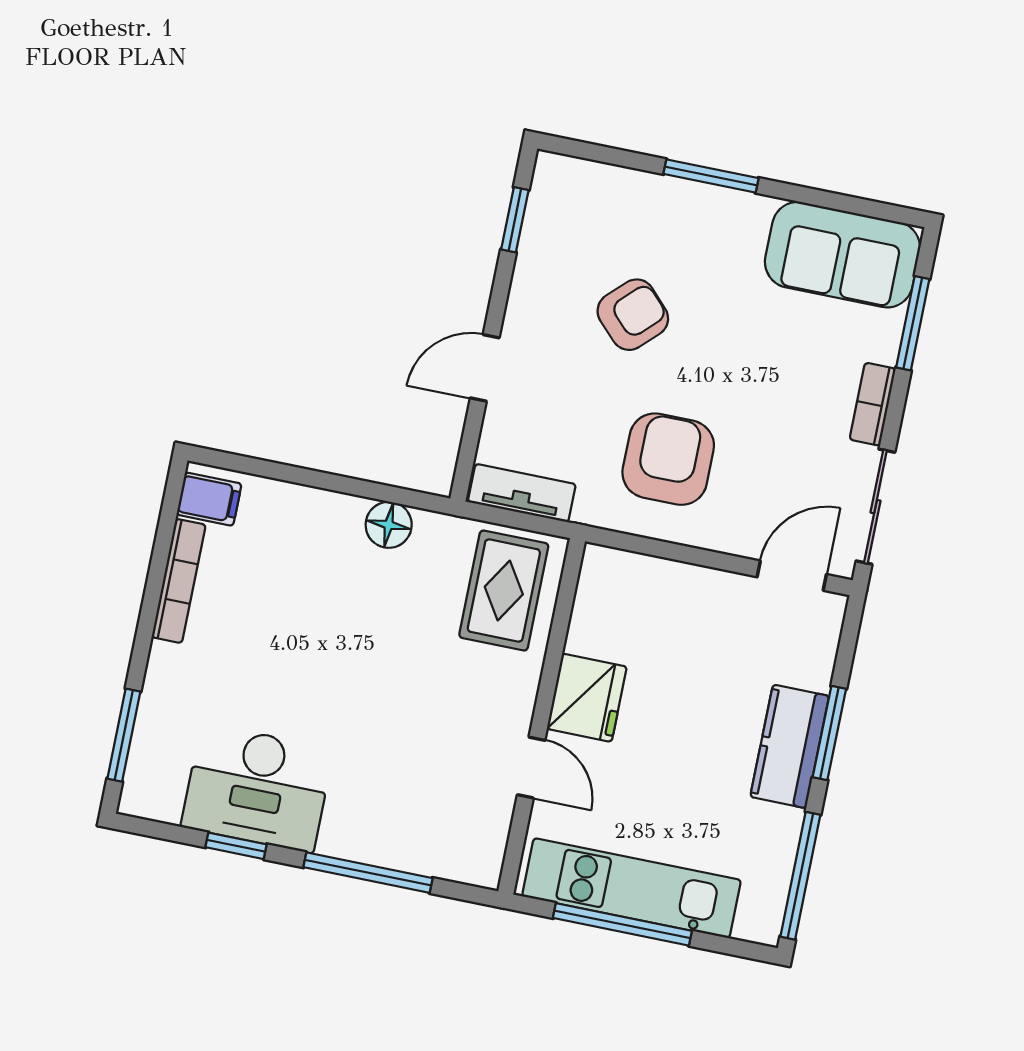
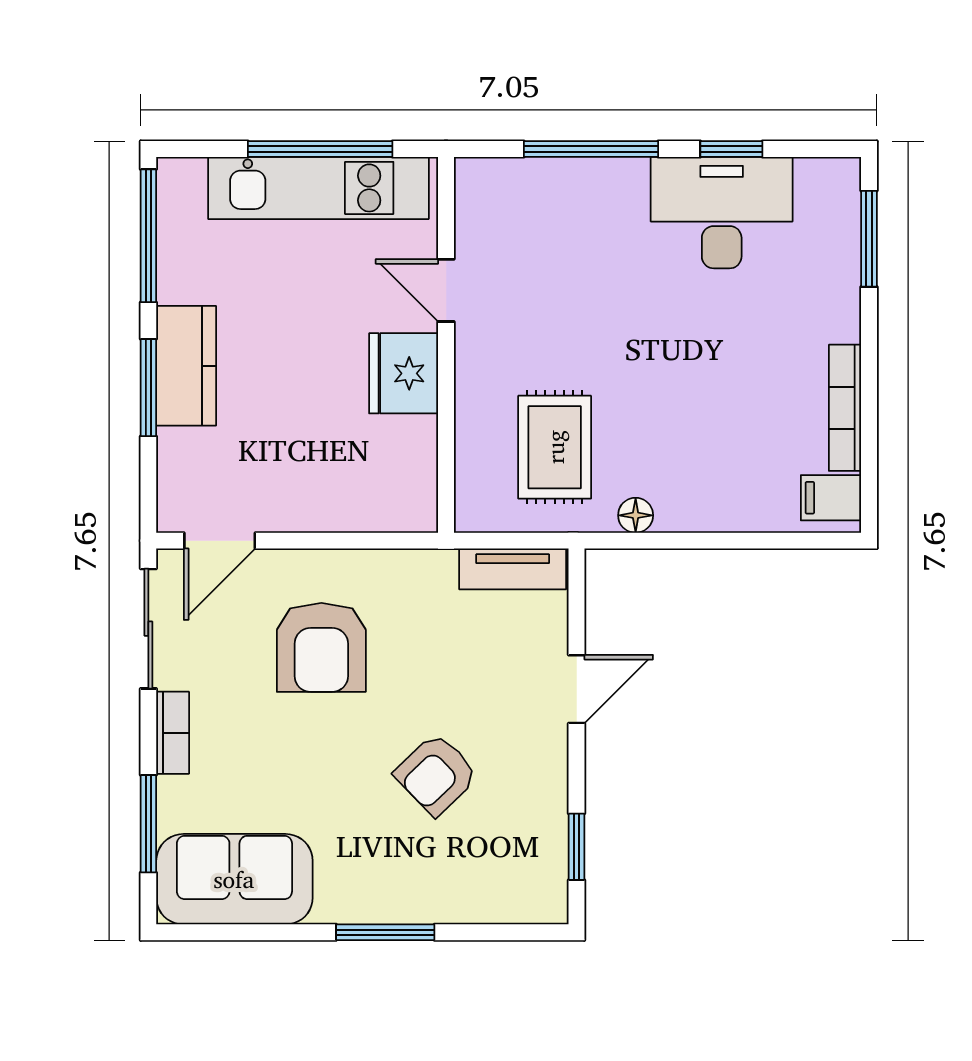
armchair: (668, 459) -> (321, 647), moved
floor lamp: (389, 525) -> (636, 515), width x0.73, depth x0.73
rug: (504, 591) -> (555, 447), moved

